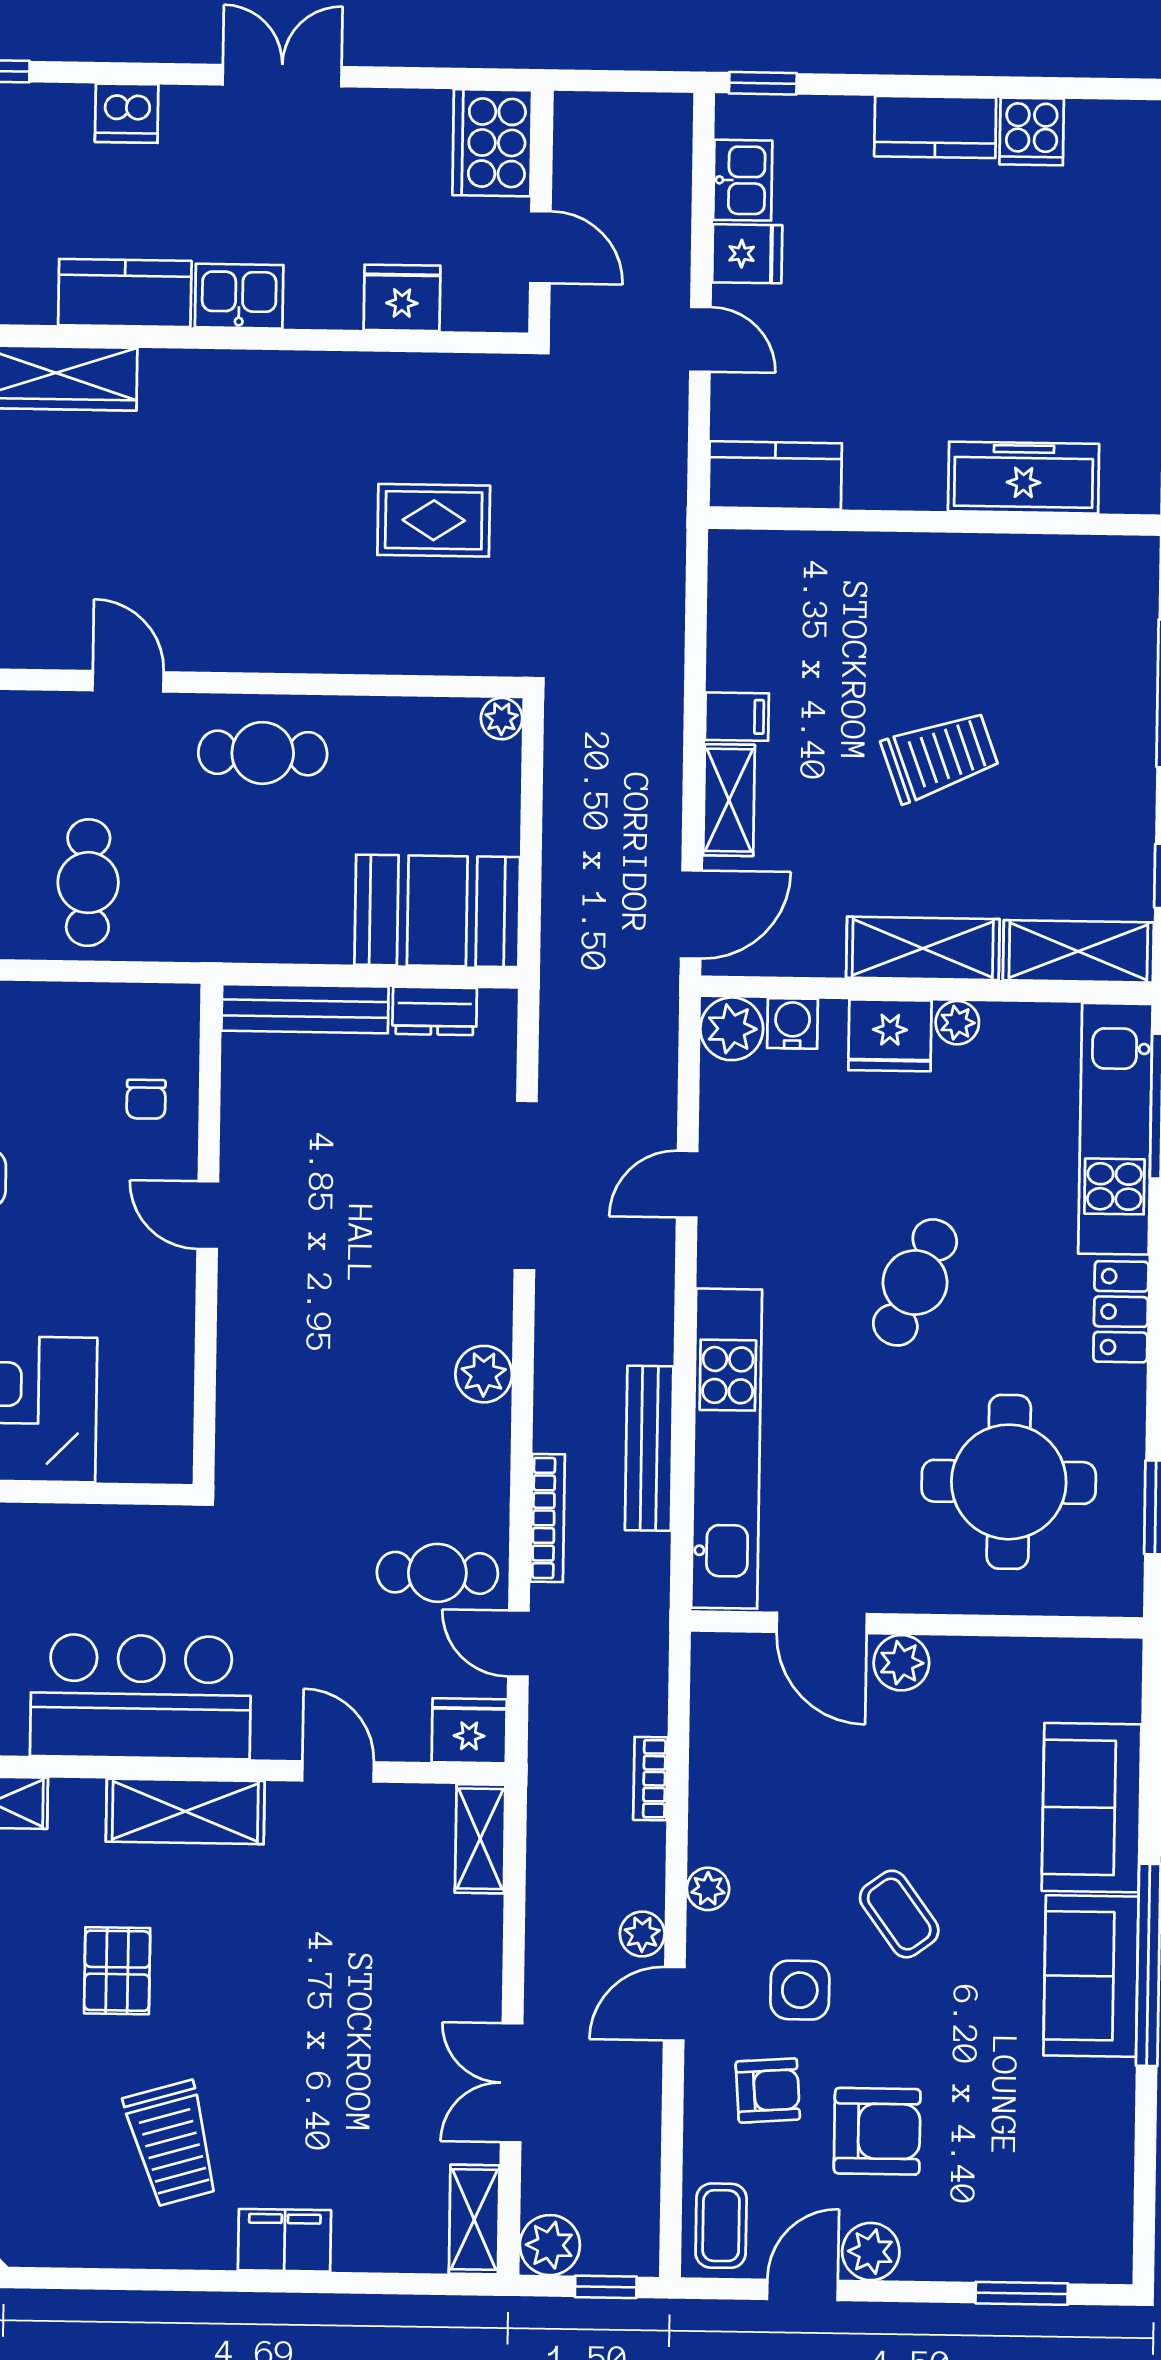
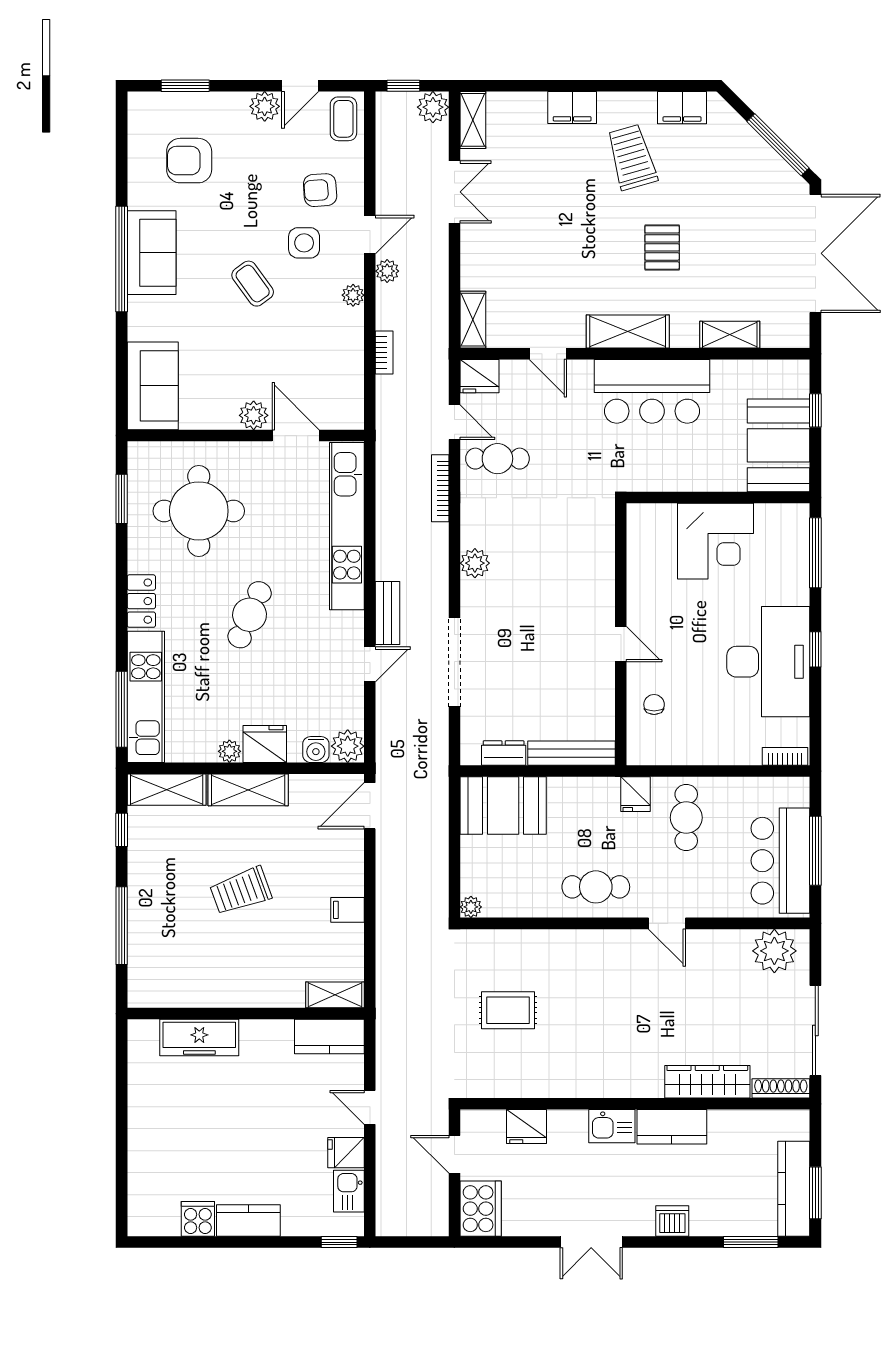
shelving: (729, 800) -> (335, 995), moved, turned 90
fridge: (184, 929) -> (635, 794), added
bench: (649, 1448) -> (388, 613), moved, width x0.73
sofa: (1091, 1808) -> (153, 386), moved
armchair: (877, 2131) -> (189, 161), moved
filing cabinet: (75, 2237) -> (682, 108), added

